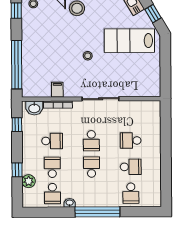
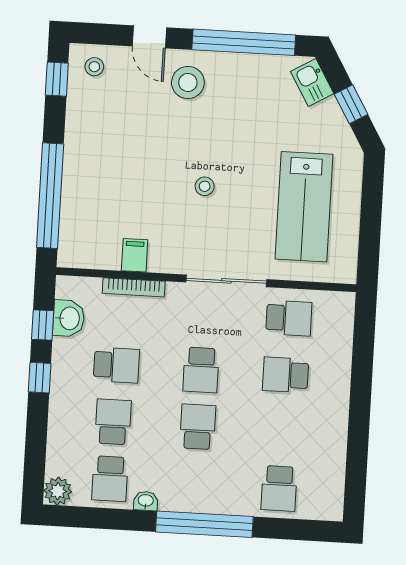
lab bench: (129, 41) -> (304, 207), moved, turned -90
washbasin: (34, 108) -> (69, 318), moved, turned -90
school desk: (131, 167) -> (289, 318), moved
window: (17, 170) -> (40, 378), moved
plant: (29, 181) -> (58, 491), moved

